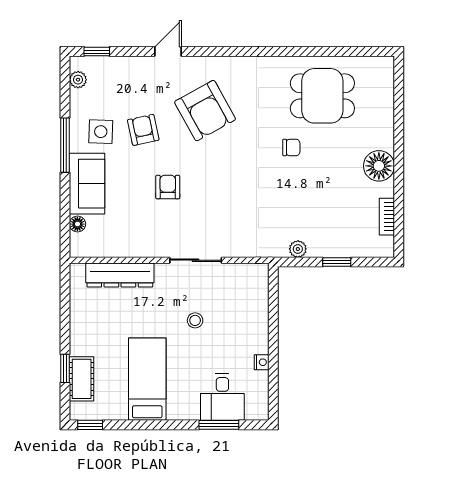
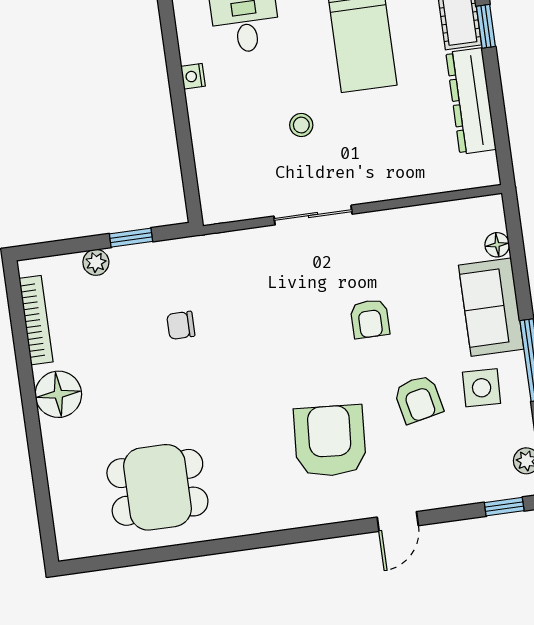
armchair: (205, 111) -> (330, 441), turned 33
chair: (291, 147) -> (181, 325), moved
bookcase: (387, 217) -> (36, 320), width x1.56
plant: (298, 249) -> (96, 262), moved
window: (337, 262) -> (131, 238), moved
dresser: (120, 275) -> (471, 101), moved, turned -90

